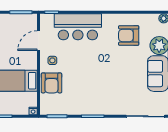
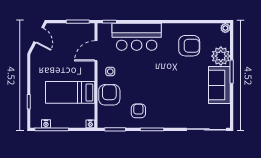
armchair: (129, 35) -> (189, 46), turned 180
armchair: (51, 83) -> (109, 95), turned 180
armchair: (80, 98) -> (138, 111), added

